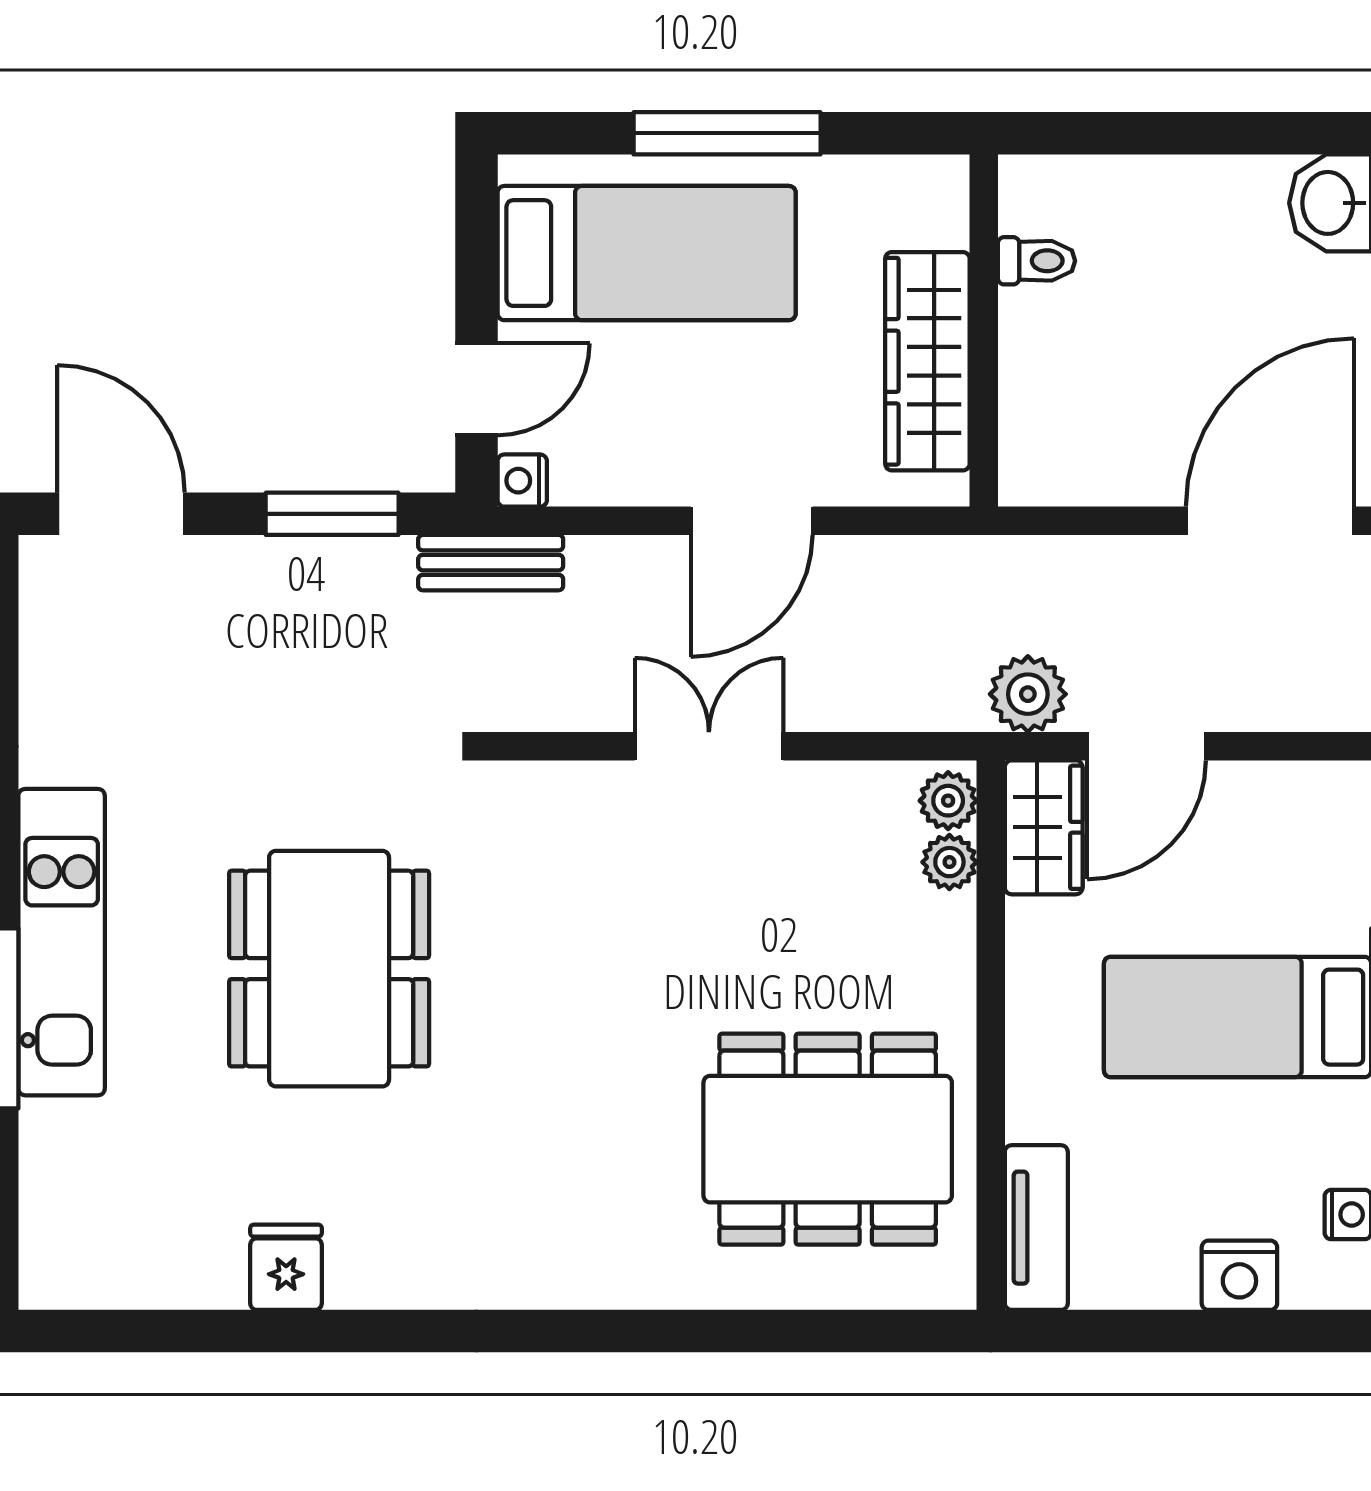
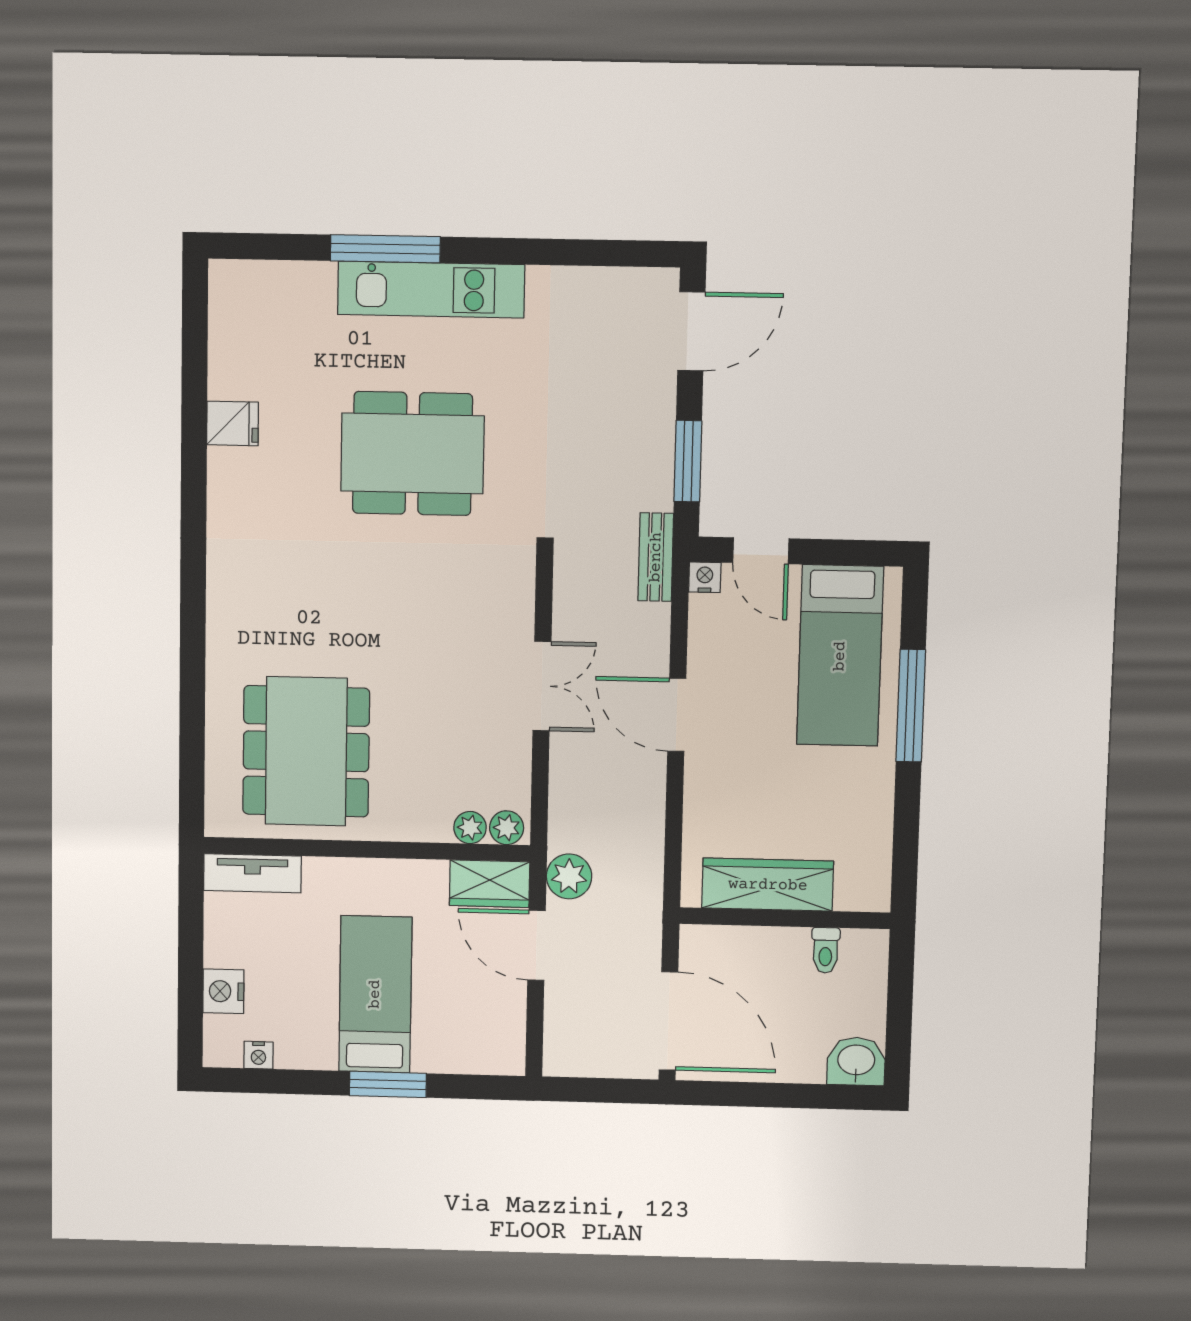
toilet: (1036, 261) -> (826, 950), moved
wall: (984, 331) -> (785, 918), moved
wardrobe: (927, 361) -> (768, 885), moved

